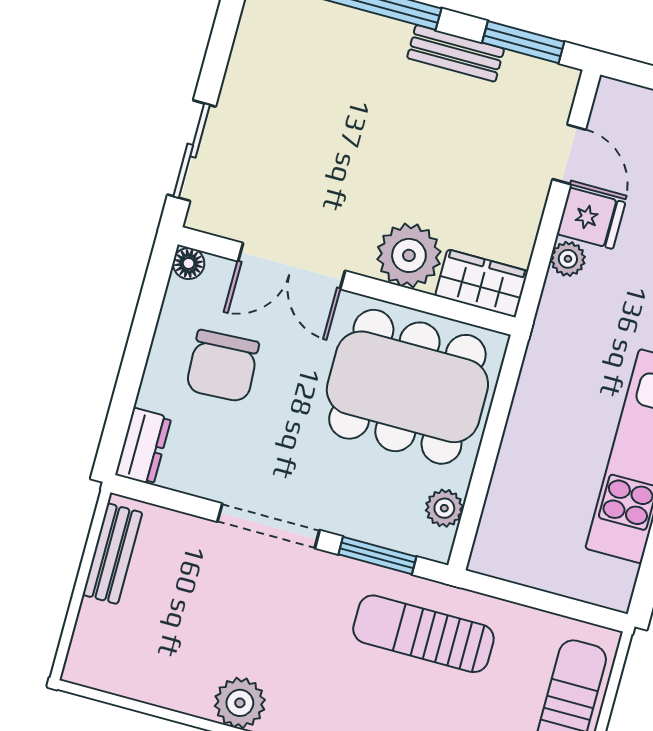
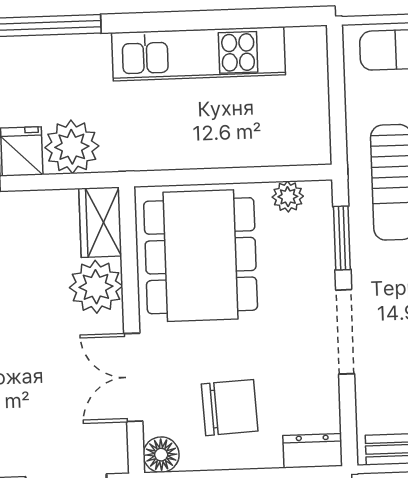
plant: (568, 259) -> (72, 147), width x1.87, depth x1.87
floor lamp: (189, 263) -> (161, 455), width x1.37, depth x1.37
double door: (292, 266) -> (133, 377), swing flipped

